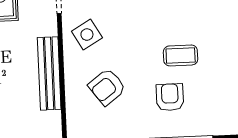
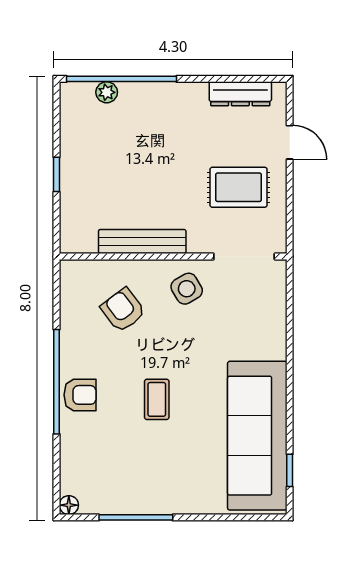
armchair: (170, 97) -> (80, 395), moved

